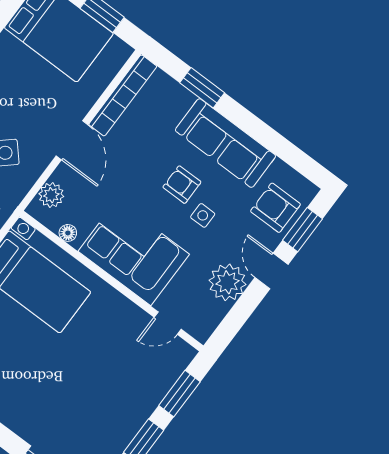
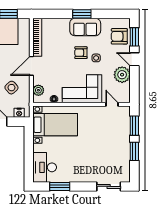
window: (202, 88) -> (82, 14), moved
door: (72, 140) -> (31, 66), swing flipped
sofa: (225, 143) -> (85, 27), width x0.73
door: (168, 323) -> (112, 104), swing flipped

